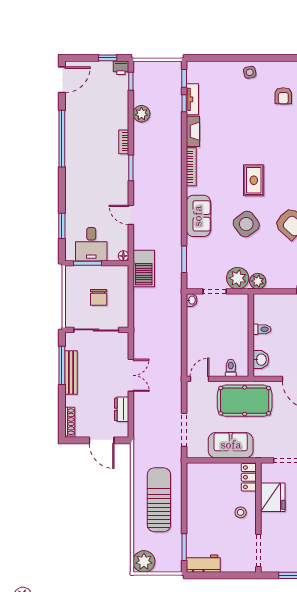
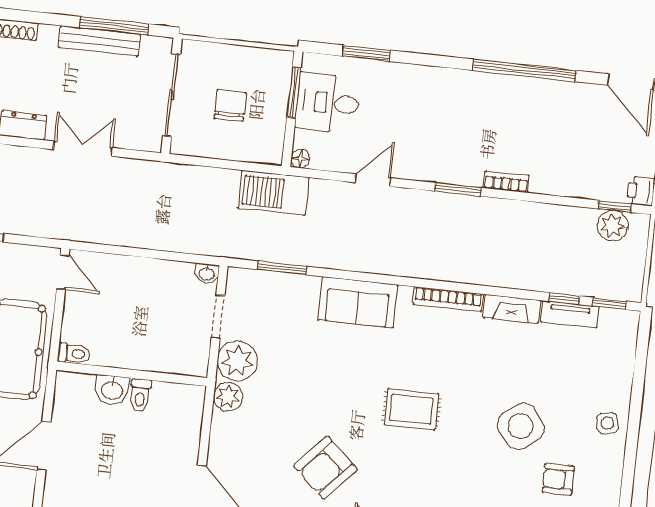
plant: (141, 114) -> (613, 226), moved
side table: (246, 224) -> (521, 426), moved
chair: (99, 297) -> (230, 106), turned 90
washbasin: (261, 360) -> (112, 390), moved
toilet: (231, 368) -> (74, 354), moved
double door: (131, 375) -> (83, 149), swing flipped

